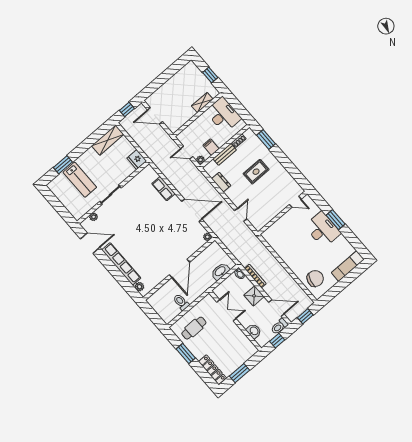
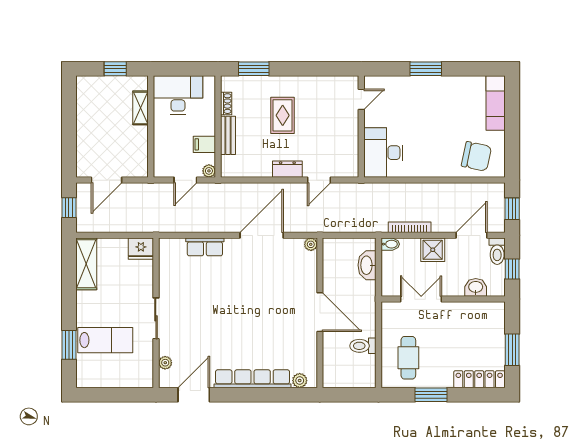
dresser: (221, 182) -> (287, 169), moved
door: (241, 215) -> (319, 180), swing flipped
desk: (323, 230) -> (383, 153), moved, turned -90
chair: (315, 279) -> (476, 156), turned 88

